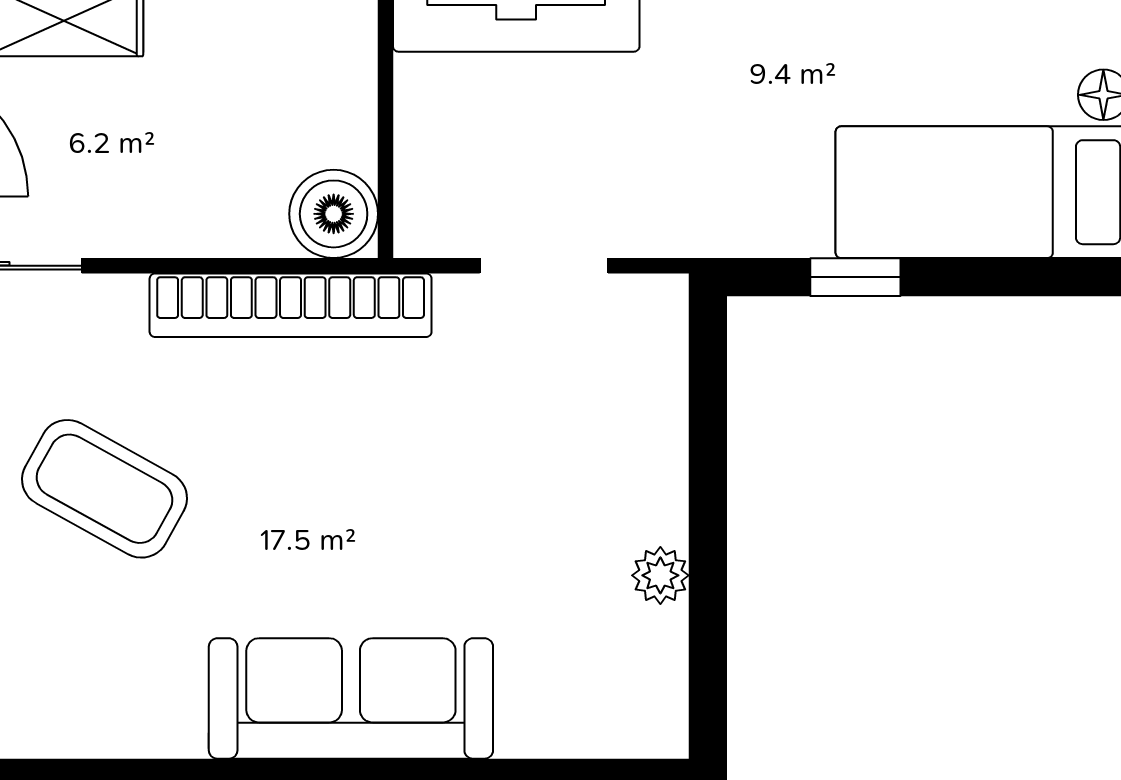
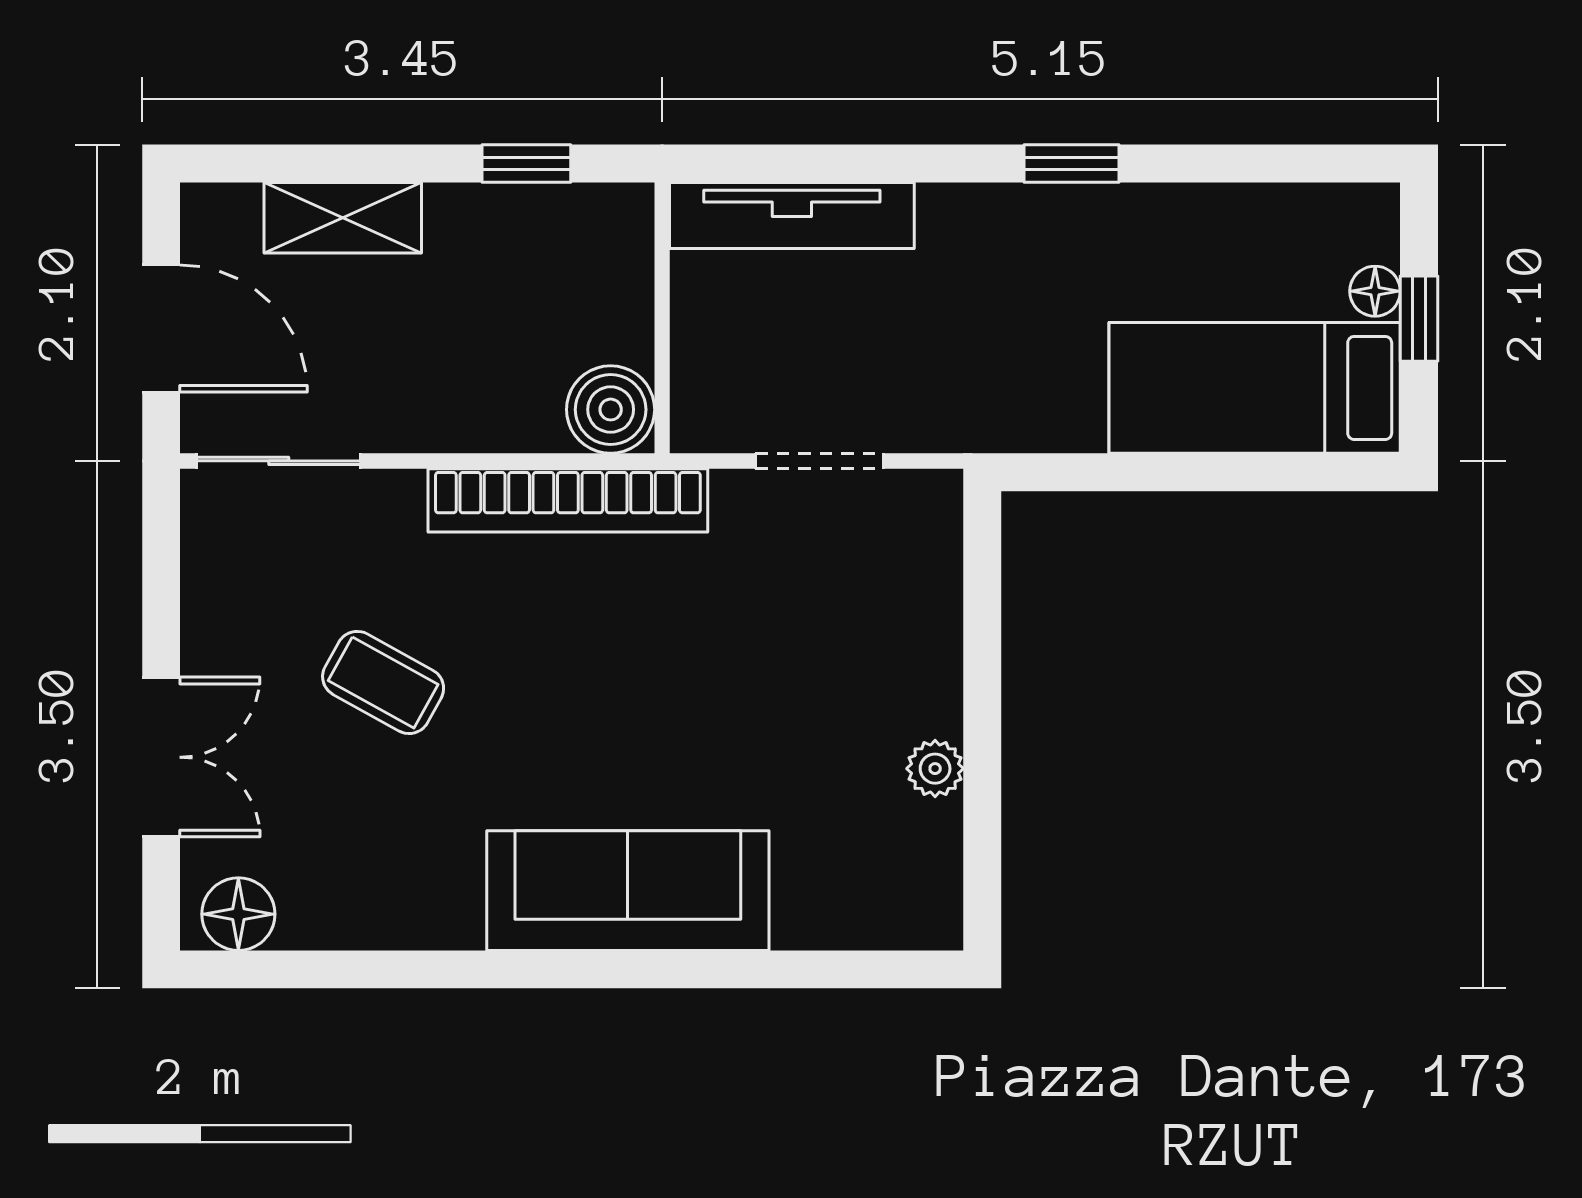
window: (855, 277) -> (1129, 472), removed
coffee table: (104, 489) -> (383, 682), width x0.73, depth x0.77

